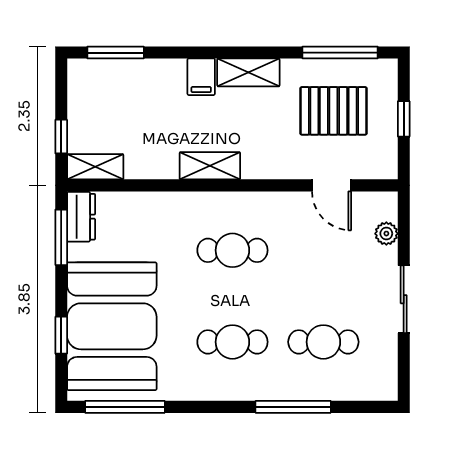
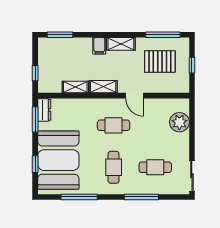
shelving: (95, 167) -> (75, 87), moved
door: (332, 185) -> (135, 96), moved
plant: (386, 234) -> (179, 122), width x1.87, depth x1.87
sliding door: (404, 299) -> (192, 176), moved
cafe table: (232, 342) -> (114, 167), turned 90
window: (125, 407) -> (79, 197), moved

